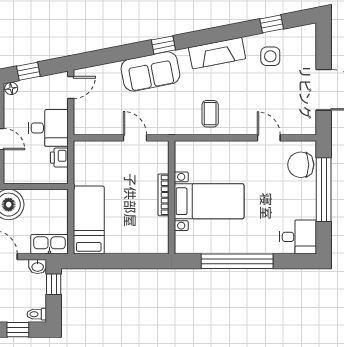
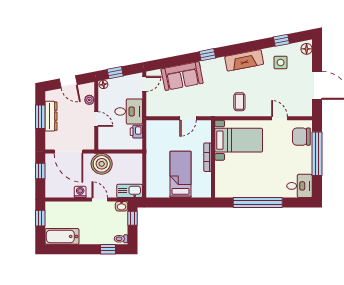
floor lamp: (308, 36) -> (307, 49), added
sofa: (150, 71) -> (182, 76), moved
door: (135, 138) -> (188, 118), swing flipped
bed with nightstands: (209, 201) -> (239, 140), moved
bed: (89, 220) -> (180, 174), moved

